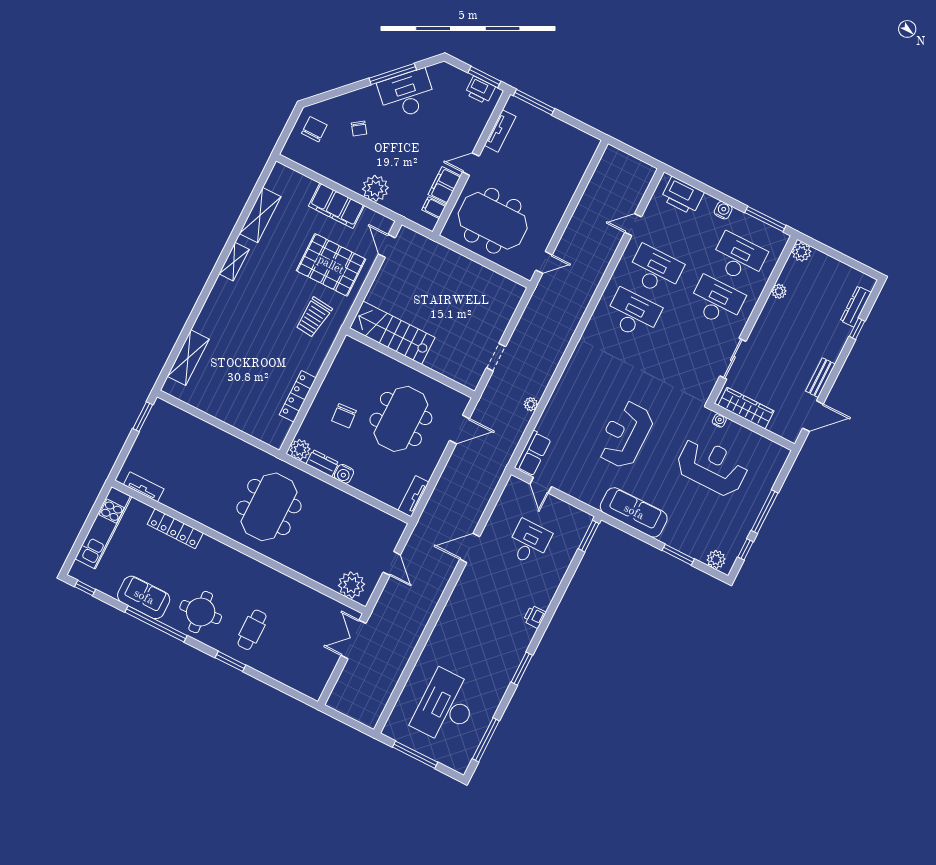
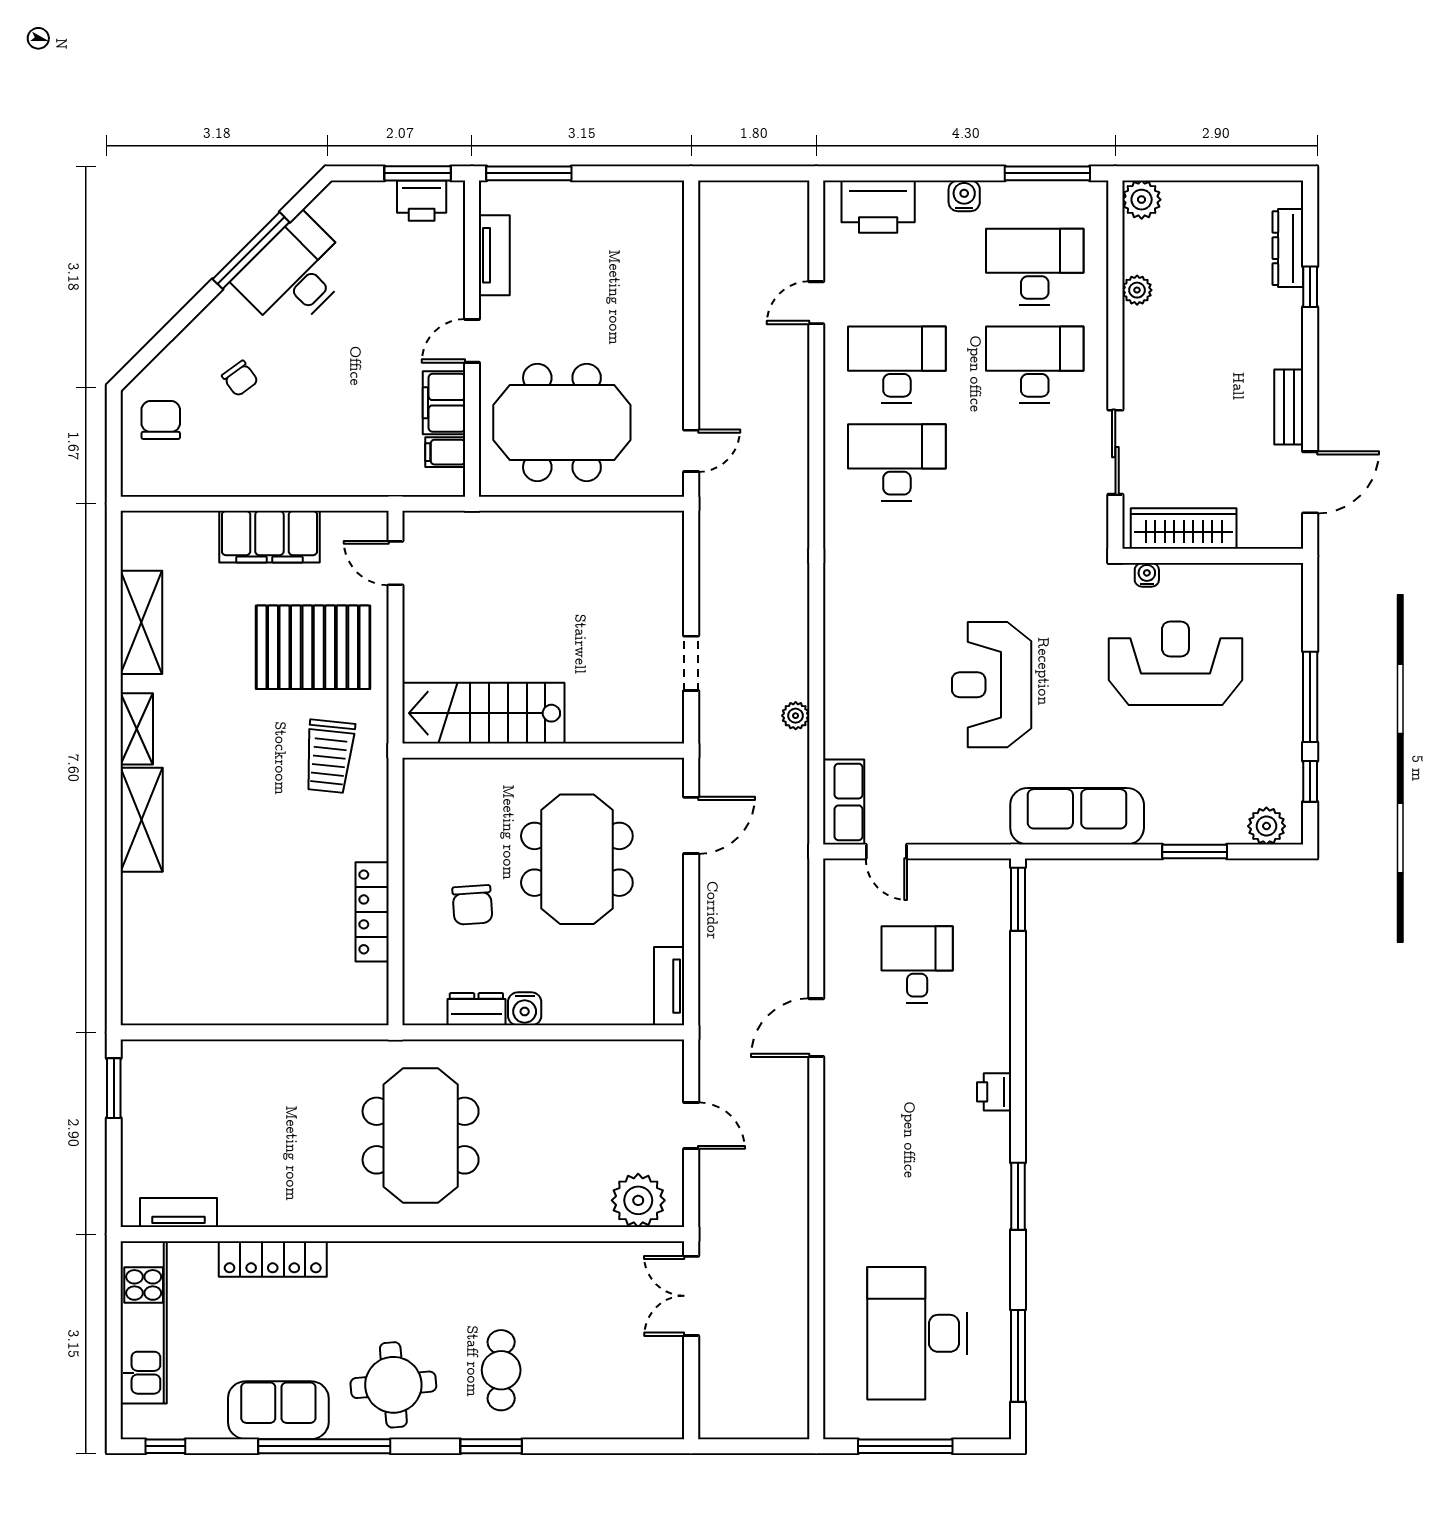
plant: (375, 188) -> (323, 470), removed
shelving: (188, 358) -> (142, 820), moved
plant: (300, 450) -> (424, 1005), removed

